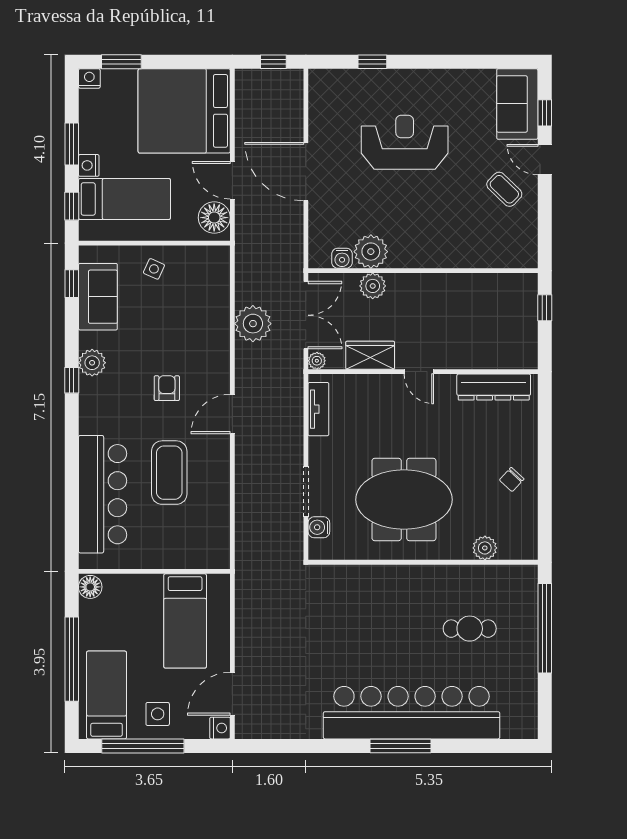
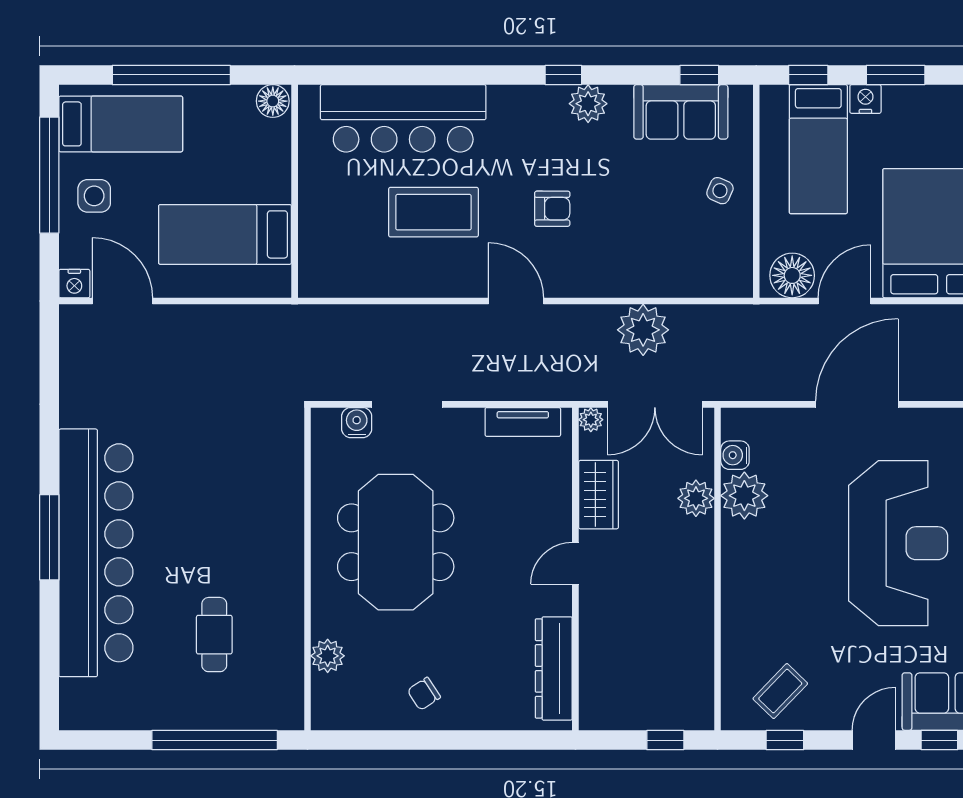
reception desk: (405, 142) -> (898, 543), width x1.36, depth x1.30
coffee table: (504, 189) -> (780, 691), moved
window: (545, 223) -> (785, 740), added
chair: (512, 479) -> (424, 694), turned -76

